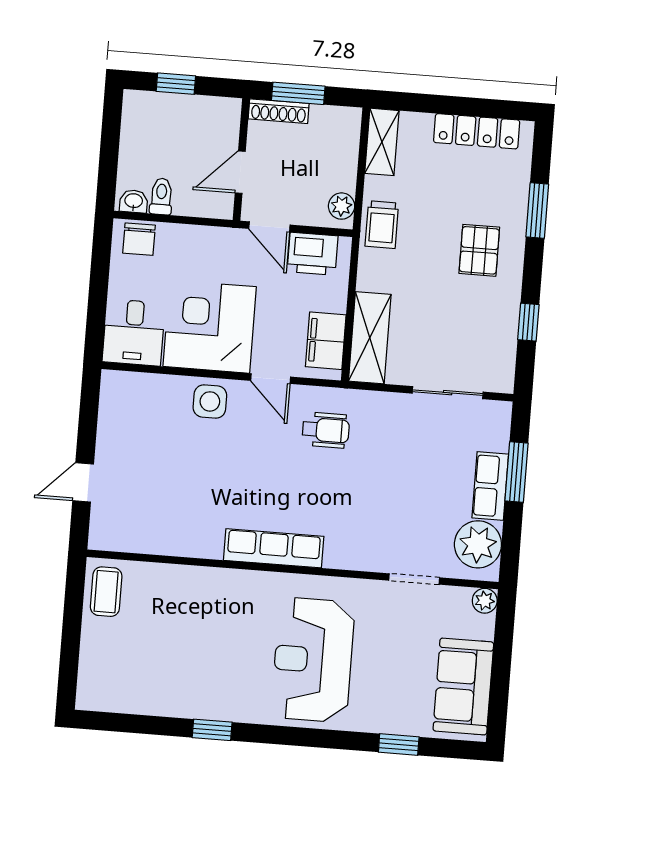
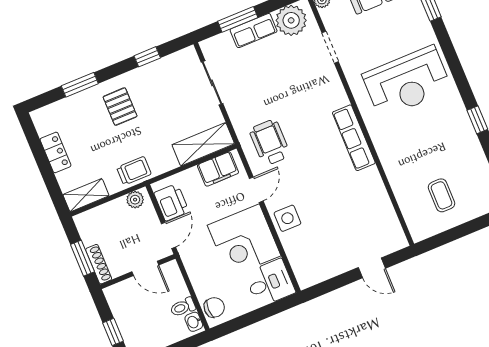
locker: (477, 131) -> (55, 152), width x0.66
pallet: (479, 250) -> (120, 107), turned 90
wheelchair: (326, 430) -> (270, 142), width x1.36, depth x1.37
coffee table: (106, 592) -> (441, 195), moved, turned 90

